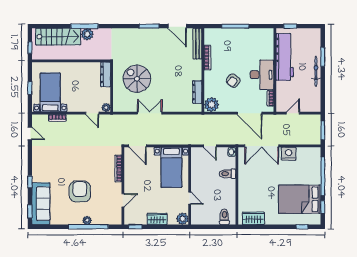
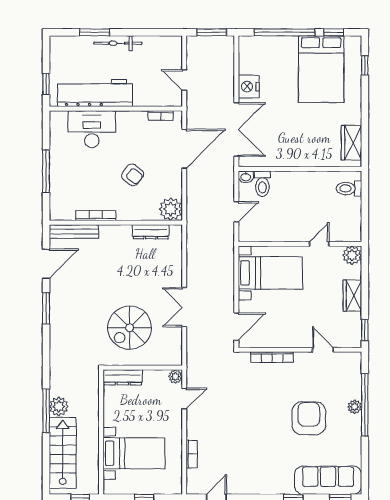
desk: (262, 75) -> (92, 129), moved
bed with nightstands: (50, 92) -> (134, 453), moved, turned 180
toilet: (227, 174) -> (262, 184), moved
armchair: (80, 192) -> (309, 418), turned 90

